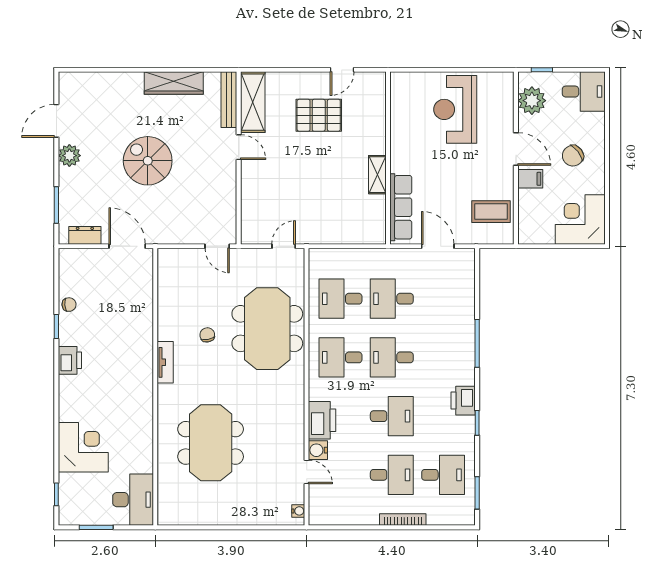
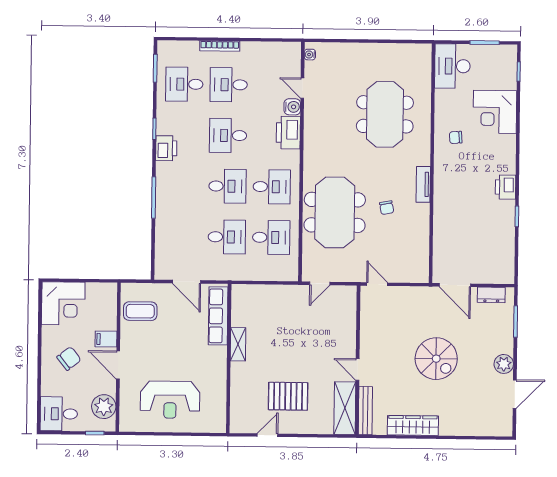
reception desk: (455, 109) -> (170, 400), turned 90
chair: (69, 305) -> (456, 137), moved

